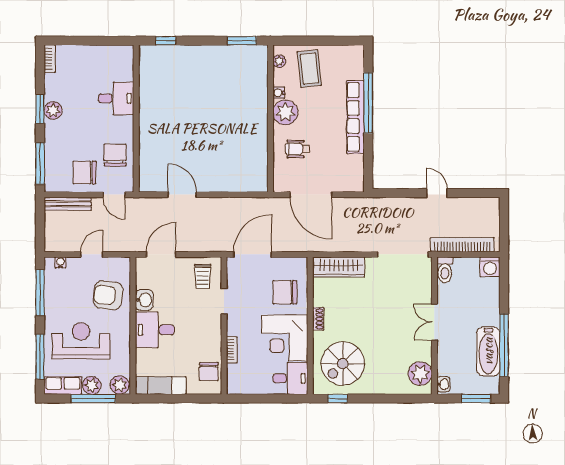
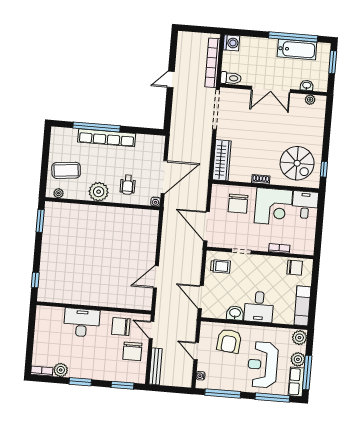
water cooler: (279, 93) -> (156, 202), moved
desk: (116, 98) -> (82, 323), width x1.37
plant: (53, 110) -> (61, 370), moved
window: (40, 163) -> (122, 385), width x0.69
door: (114, 195) -> (152, 330), swing flipped
double door: (434, 322) -> (271, 89), width x1.37
plant: (420, 374) -> (310, 100), width x0.53, depth x0.53
washbasin: (443, 384) -> (307, 85), moved
window: (93, 399) -> (307, 373), moved

